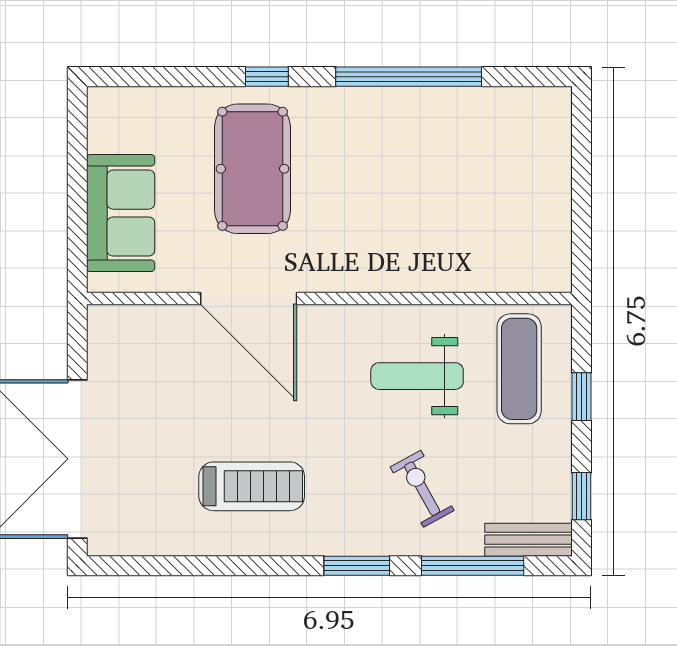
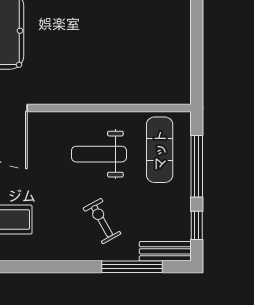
window: (581, 397) -> (197, 166), width x2.17
window: (357, 566) -> (63, 267), removed

